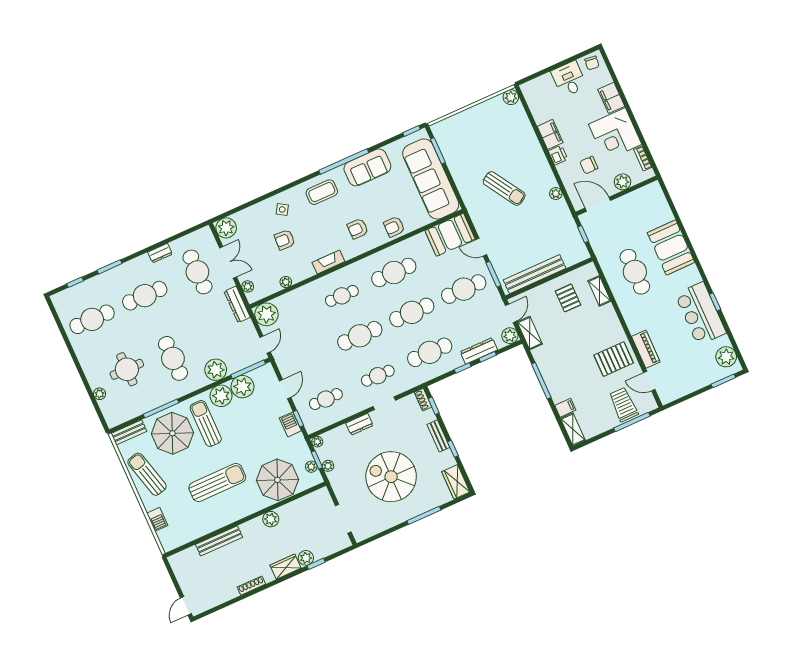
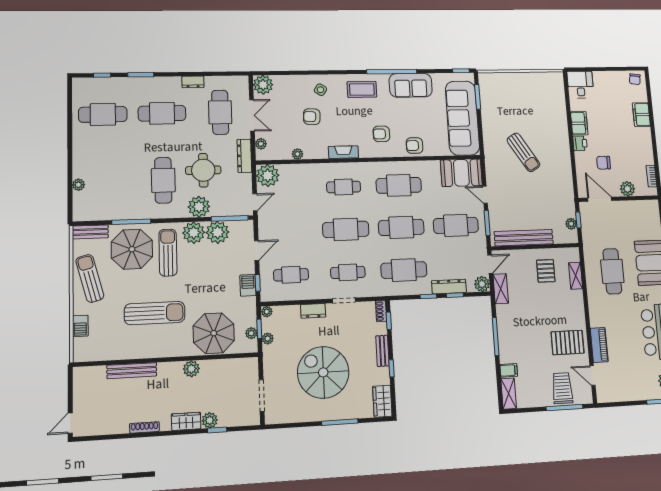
desk: (569, 79) -> (580, 85), moved
plant: (511, 97) -> (557, 78), removed
corner desk: (615, 134) -> (635, 146), removed
plant: (556, 194) -> (571, 224), moved
round table: (127, 369) -> (203, 170), moved

